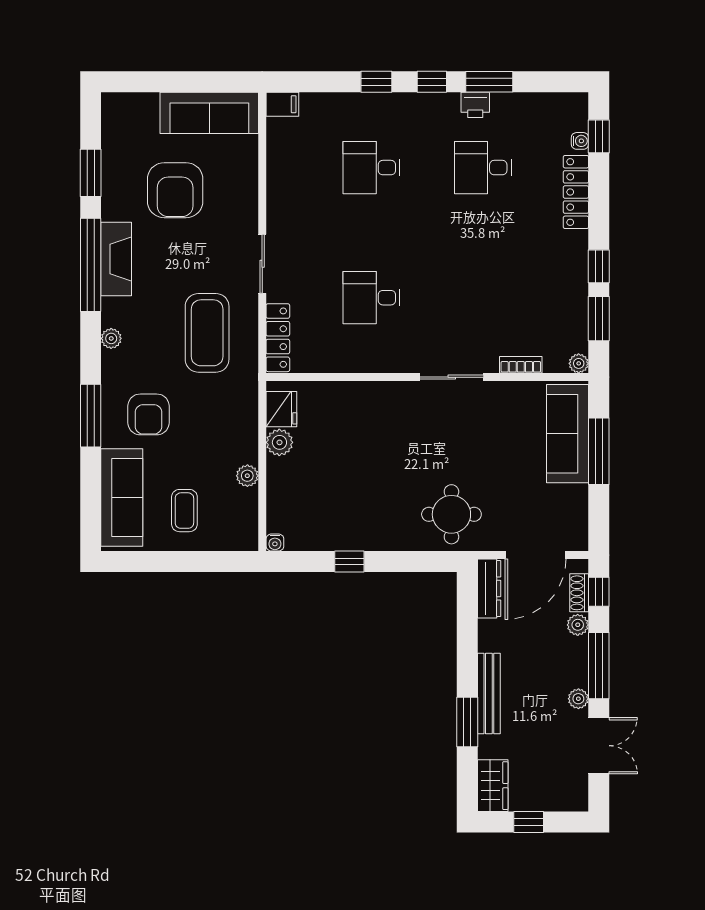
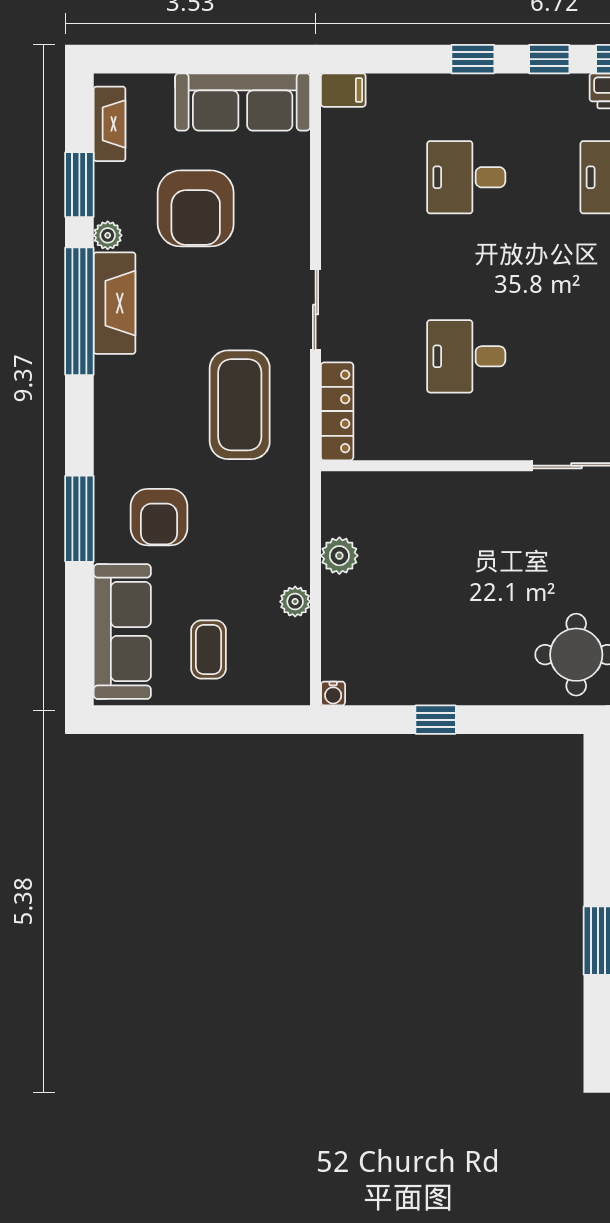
fireplace: (113, 129) -> (110, 124), added
plant: (111, 338) -> (108, 235), moved
fridge: (281, 409) -> (342, 510), removed

